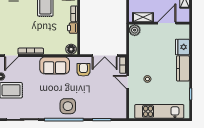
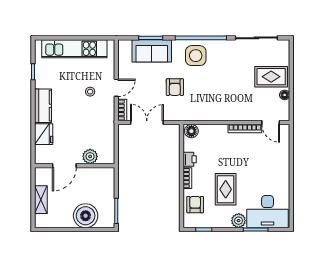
shelving: (143, 17) -> (96, 173), removed
plant: (135, 30) -> (90, 156), moved
door: (11, 56) -> (271, 123), swing flipped
sofa: (55, 65) -> (152, 51), moved, turned 180
armchair: (83, 70) -> (175, 87), moved
door: (128, 82) -> (116, 88), hinge flipped

